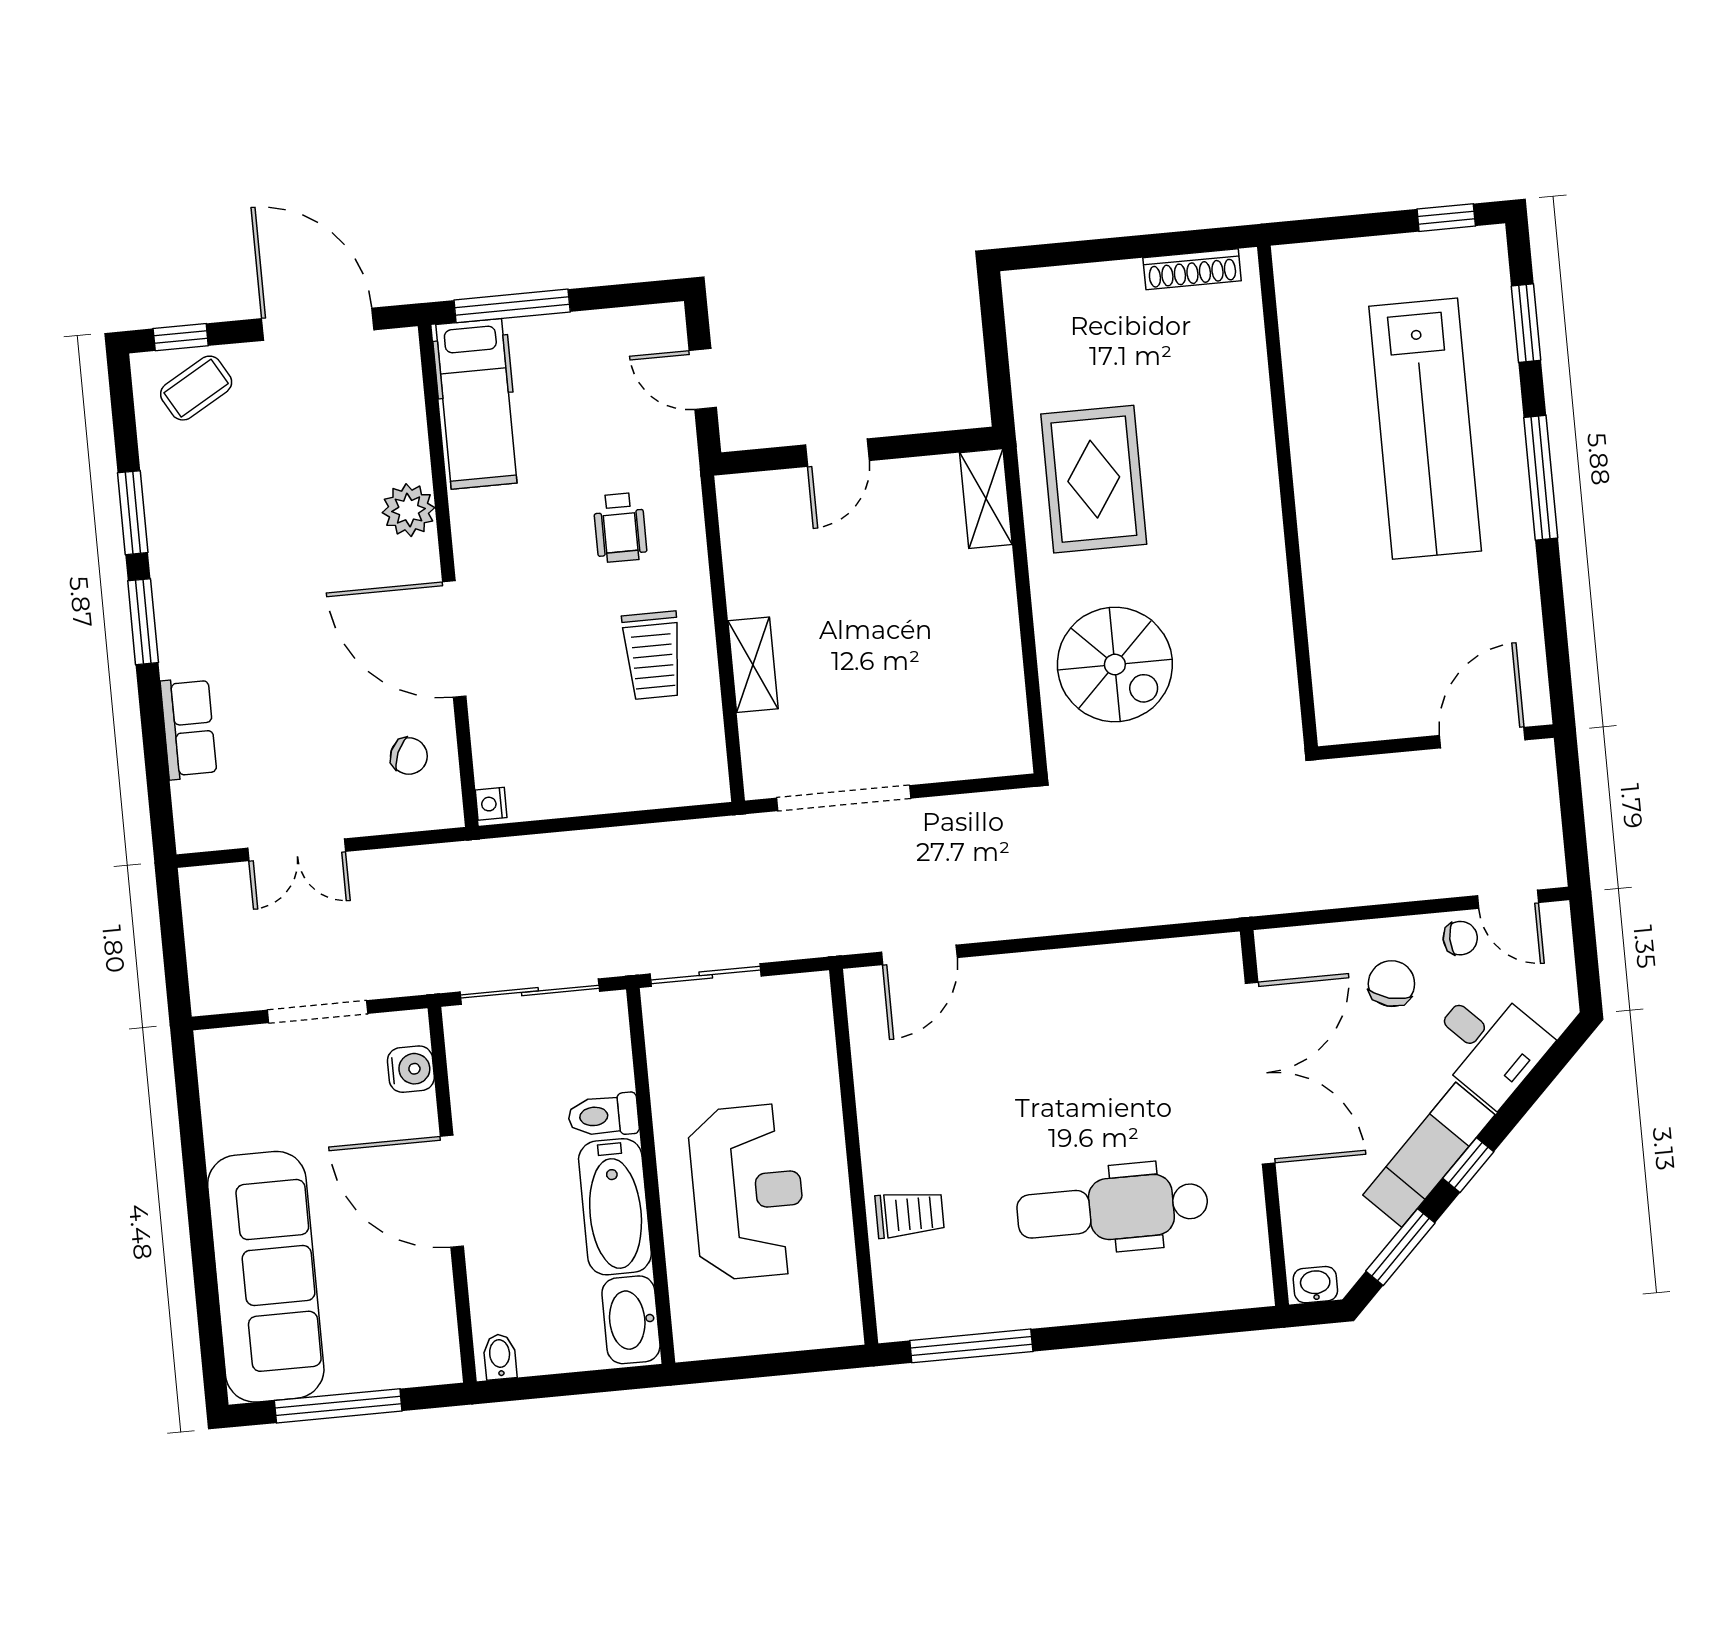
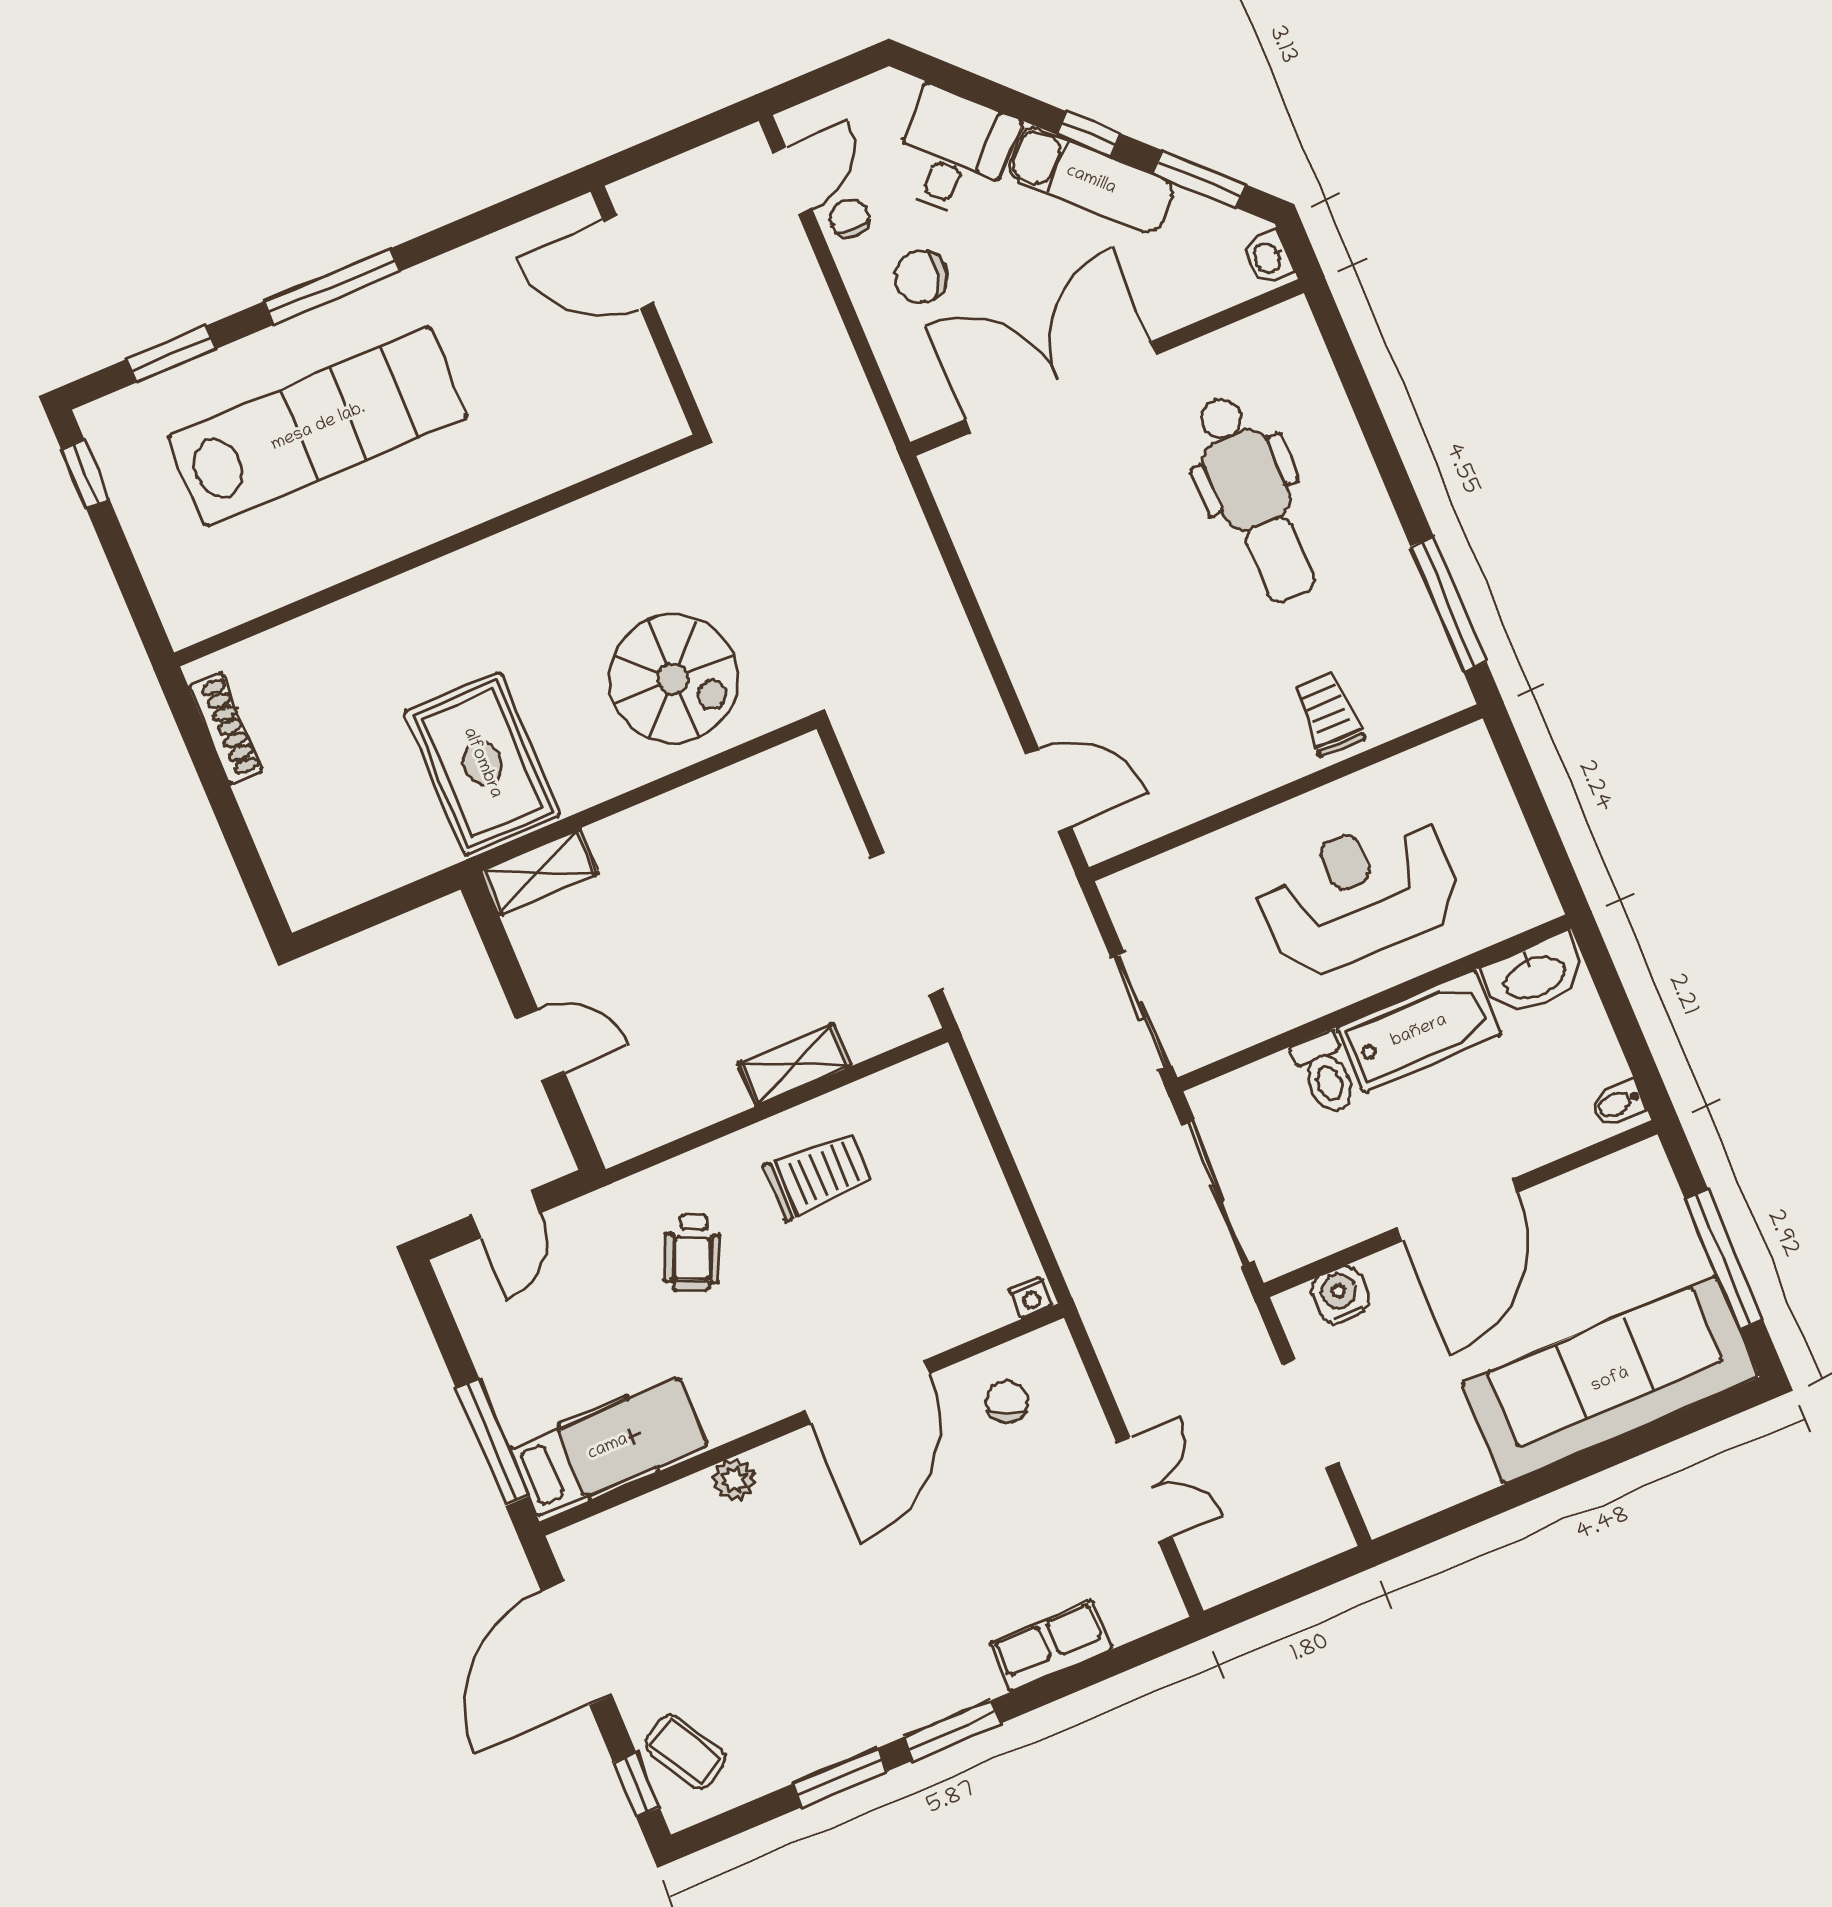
rug: (1094, 479) -> (482, 763), turned 90
plant: (409, 510) -> (734, 1480), width x0.73, depth x0.73
wheelchair: (620, 527) -> (692, 1253), turned 115
spiral stairs: (1115, 664) -> (673, 679), turned 90

